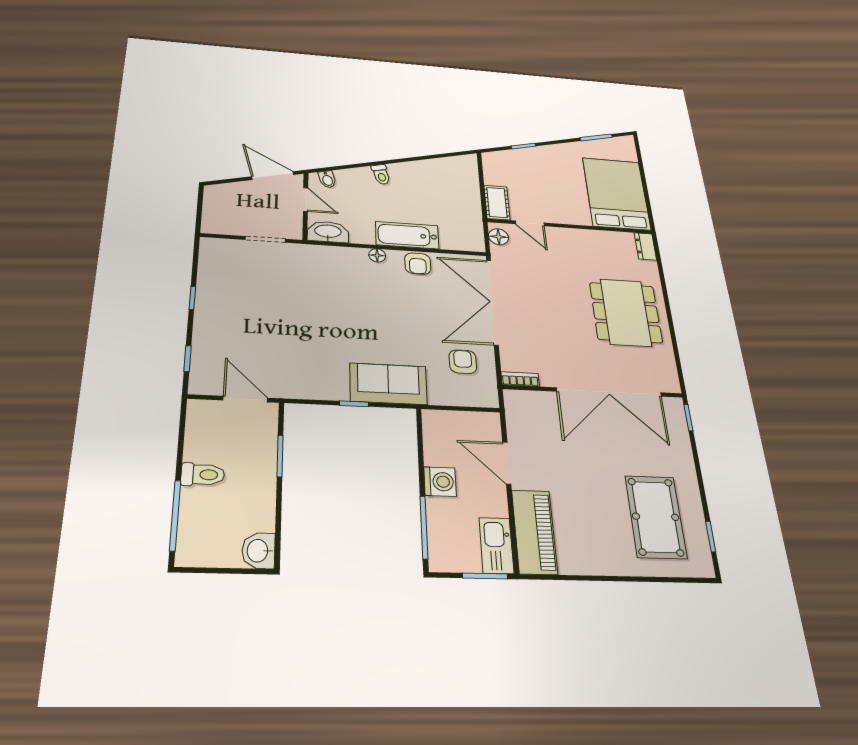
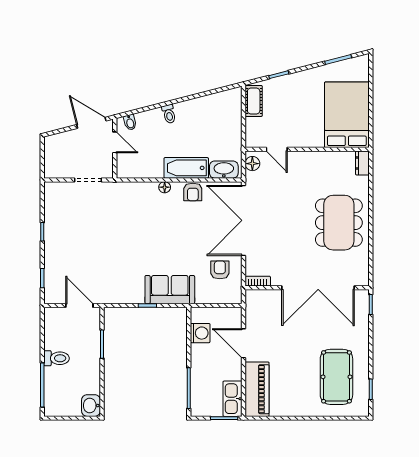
cot: (497, 203) -> (254, 101), moved
washbasin: (328, 232) -> (224, 170), moved
washing machine: (440, 482) -> (200, 333), moved

